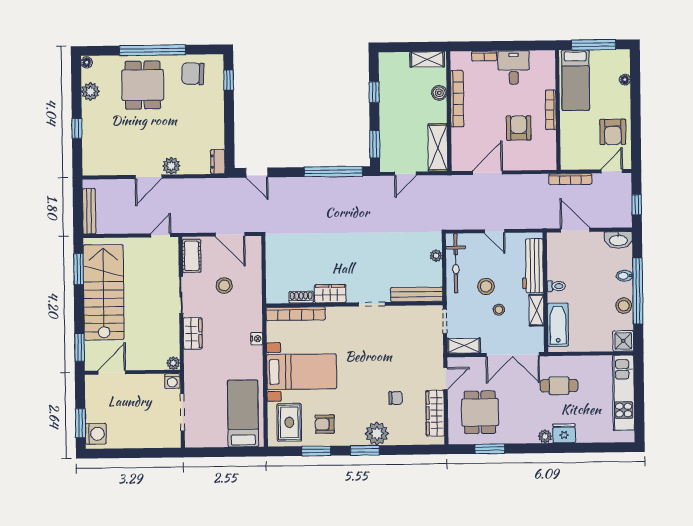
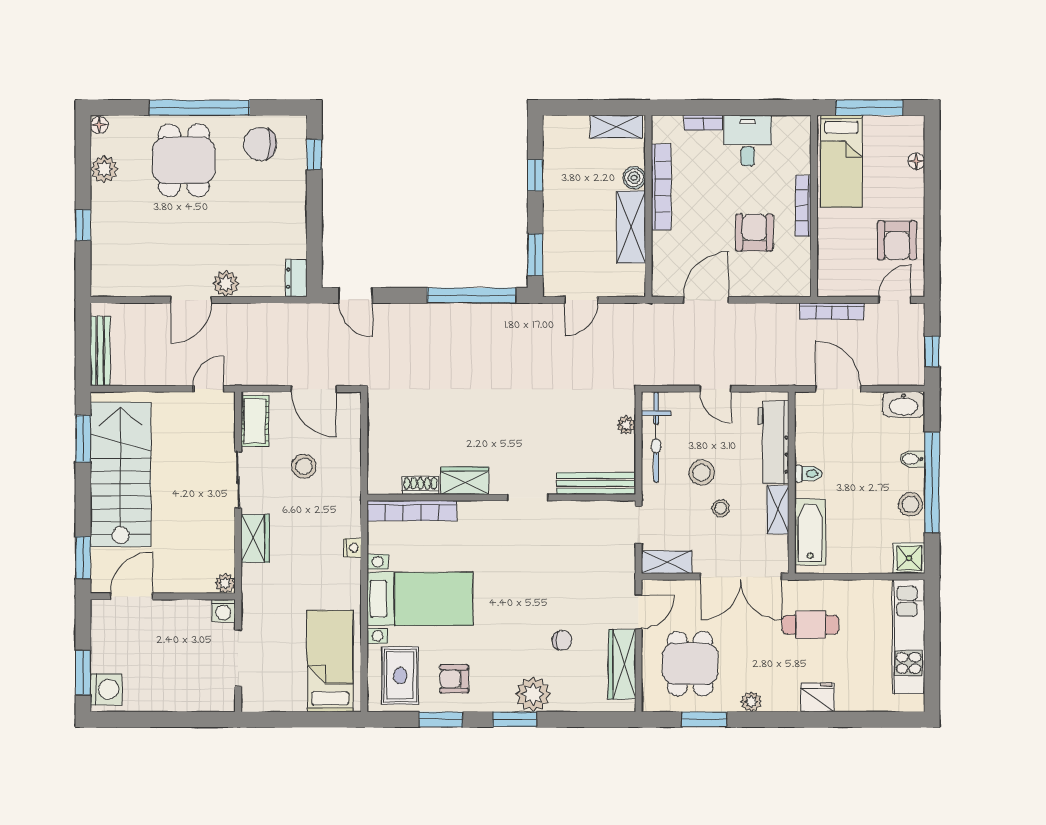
shelving: (438, 148) -> (631, 227), moved
plant: (545, 436) -> (751, 702), moved

